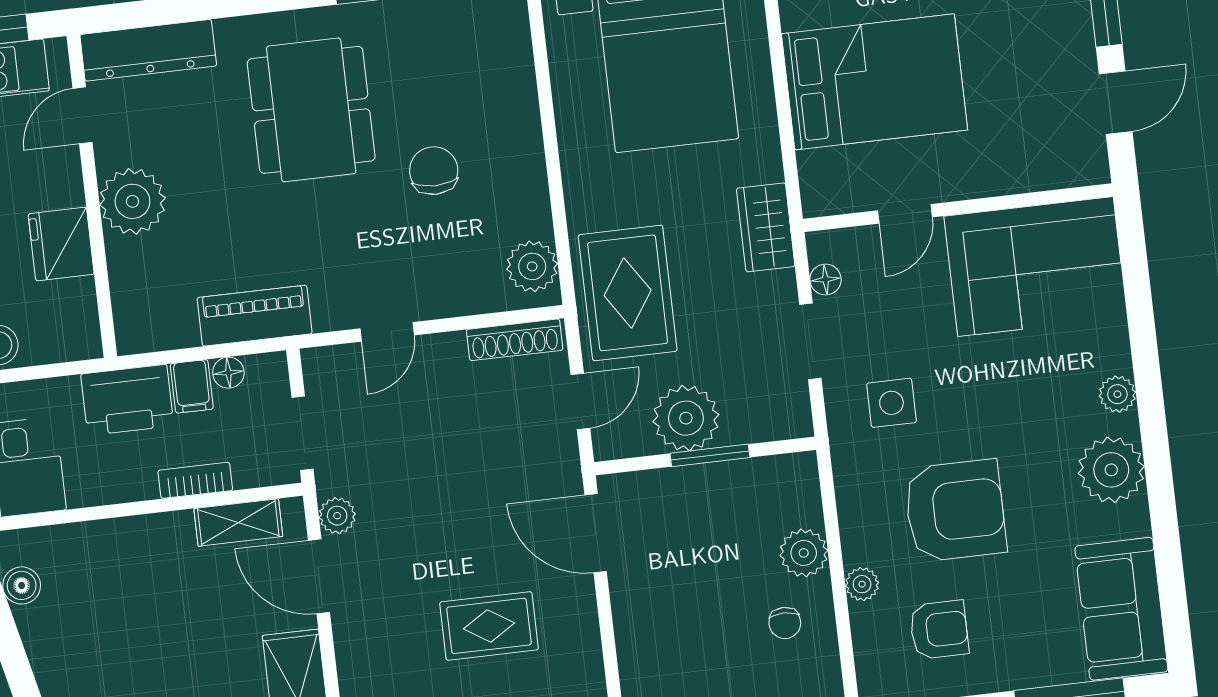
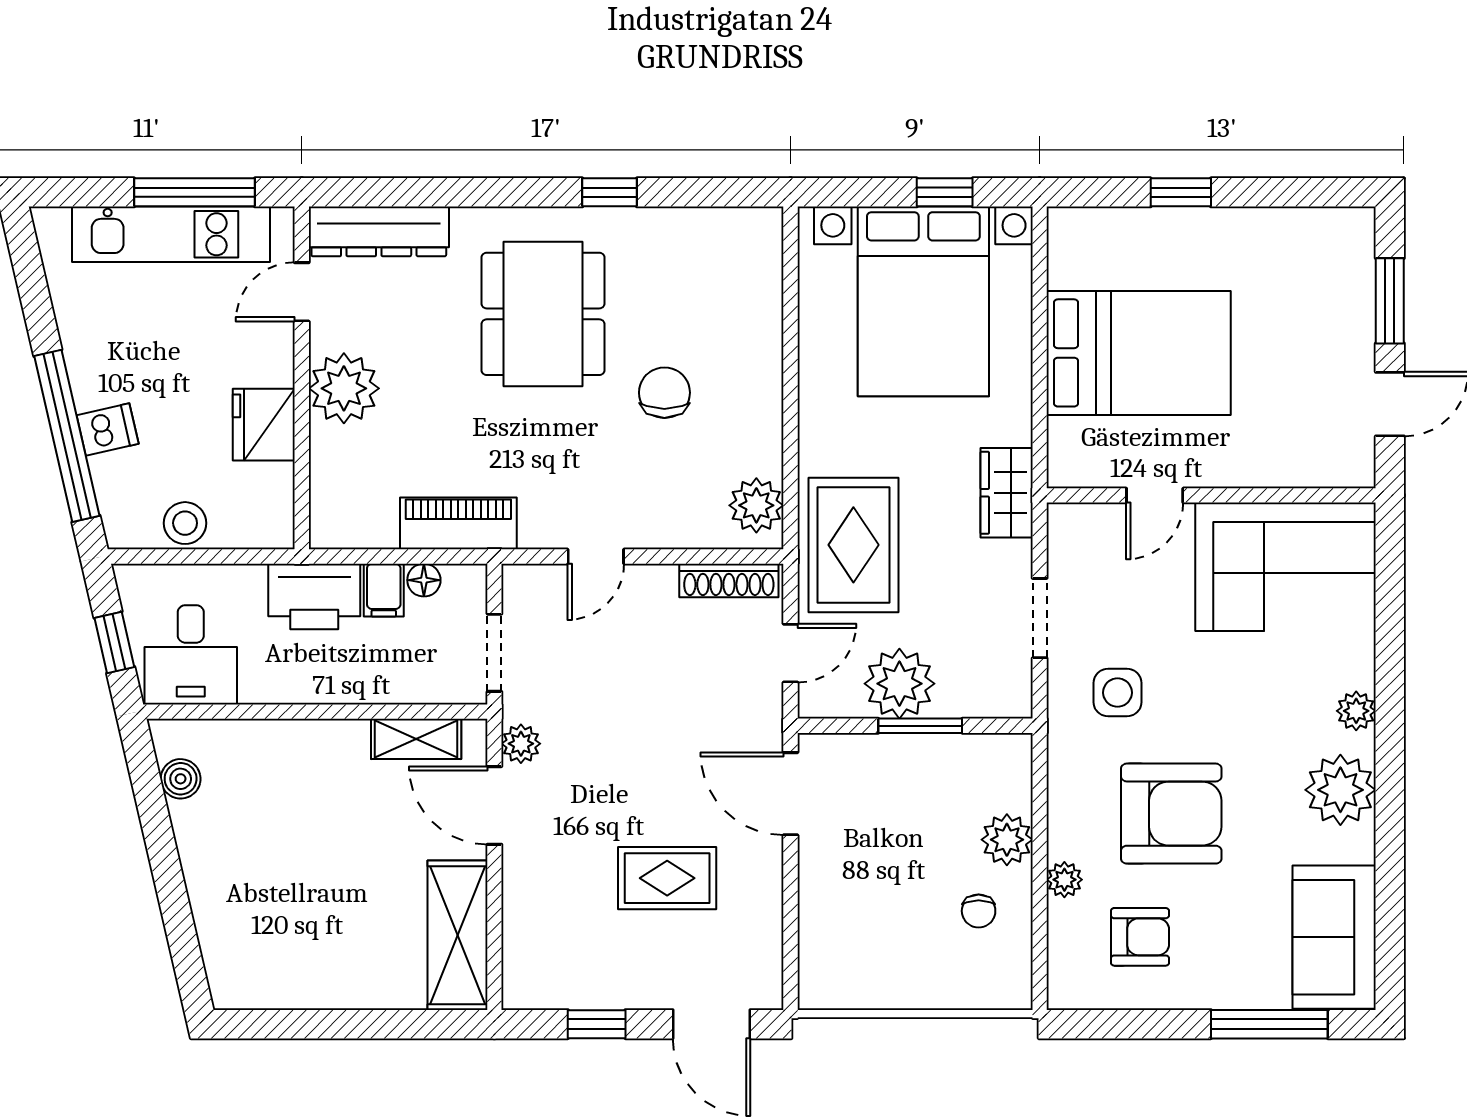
floor lamp: (825, 280) -> (1063, 555), removed
bookcase: (195, 480) -> (376, 689), removed

